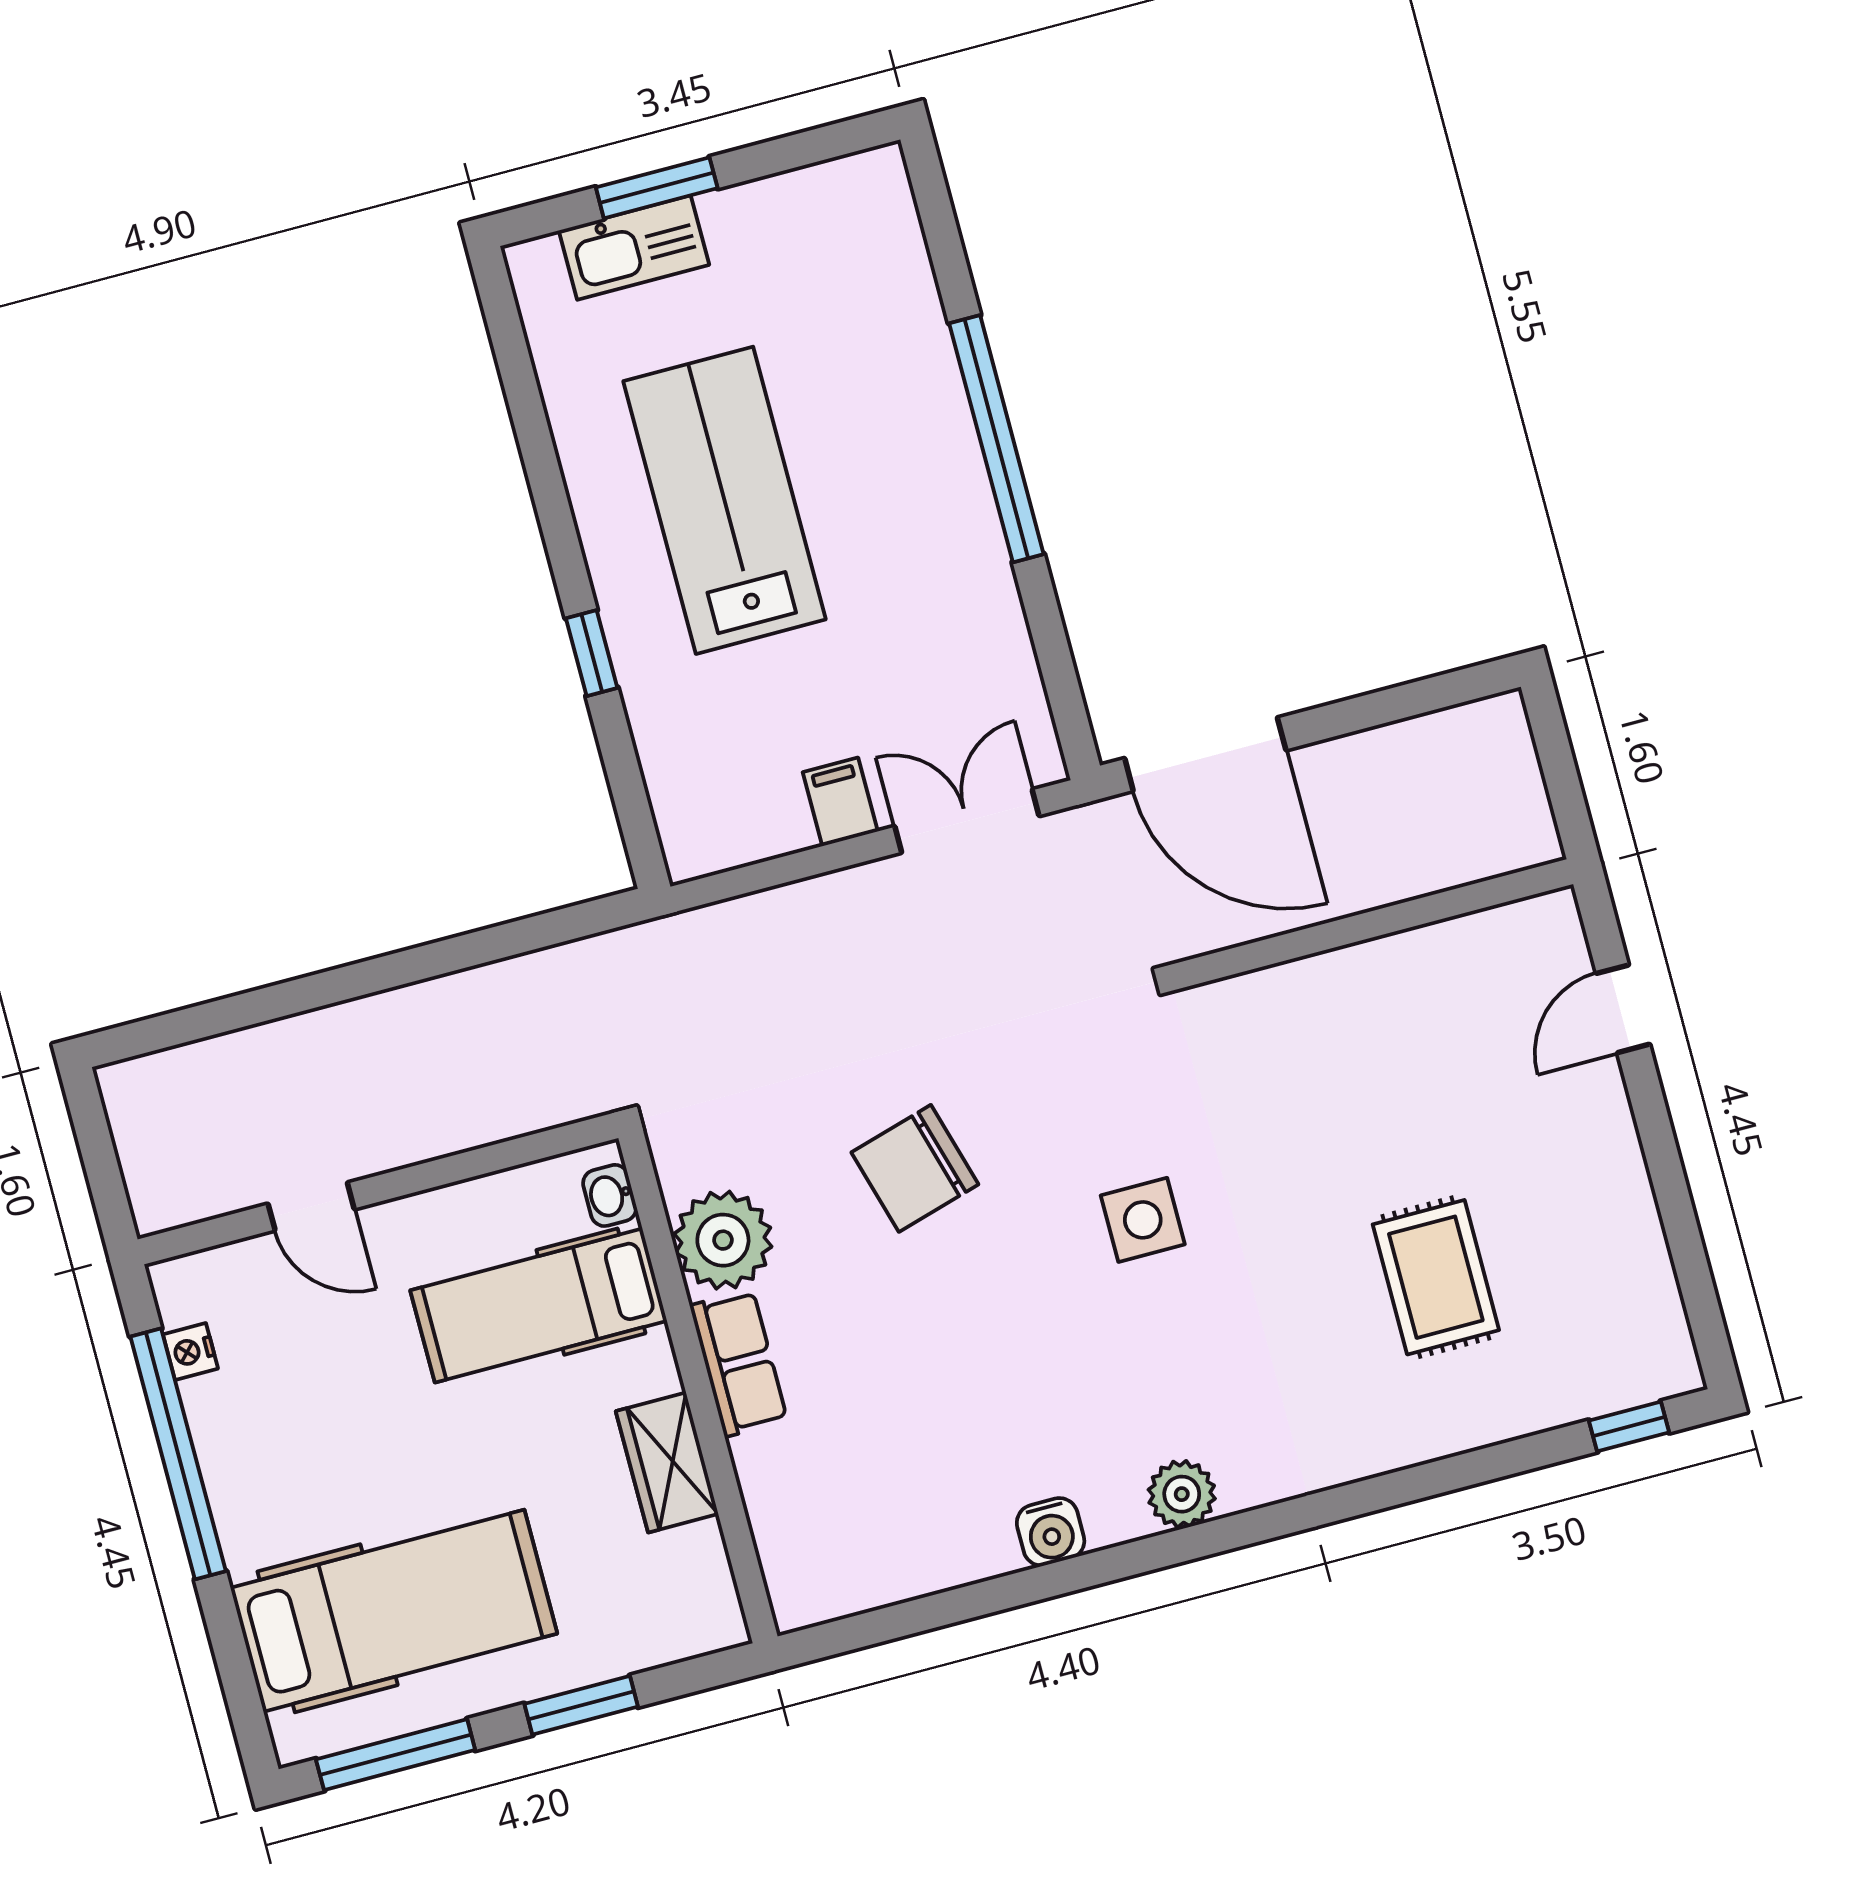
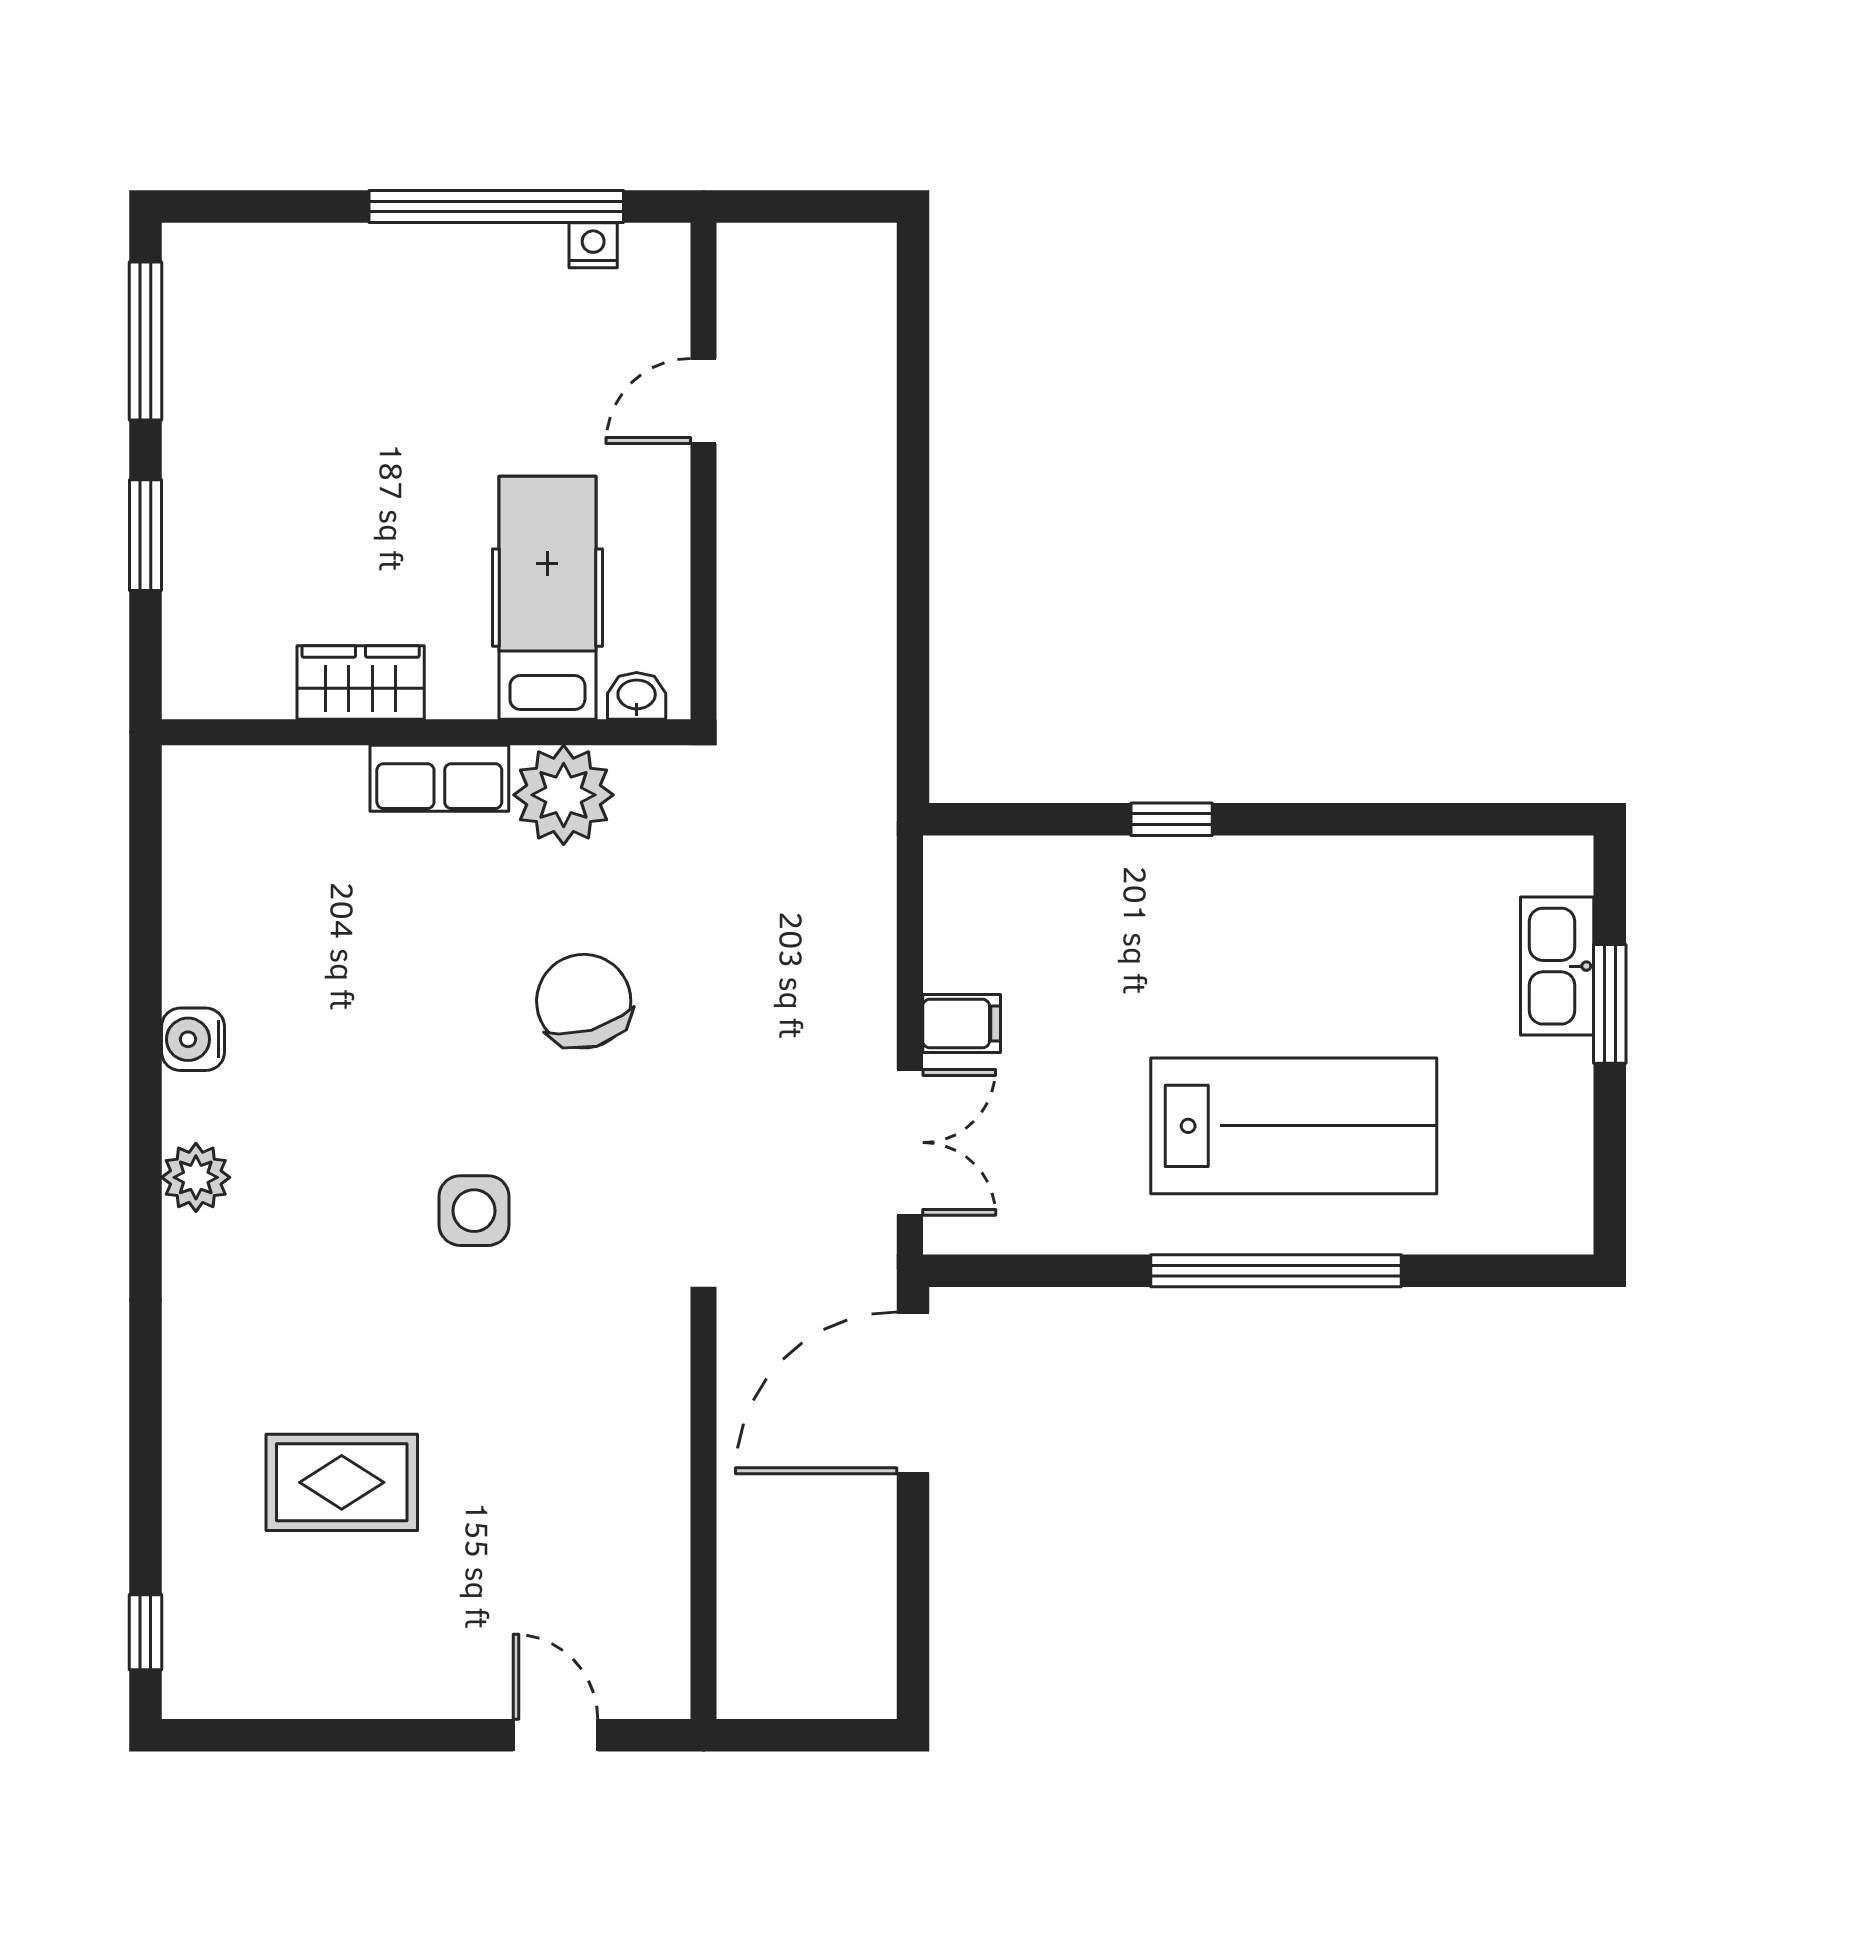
lab bench: (725, 500) -> (1294, 1126), moved
hospital bed: (394, 1611) -> (287, 377), removed

